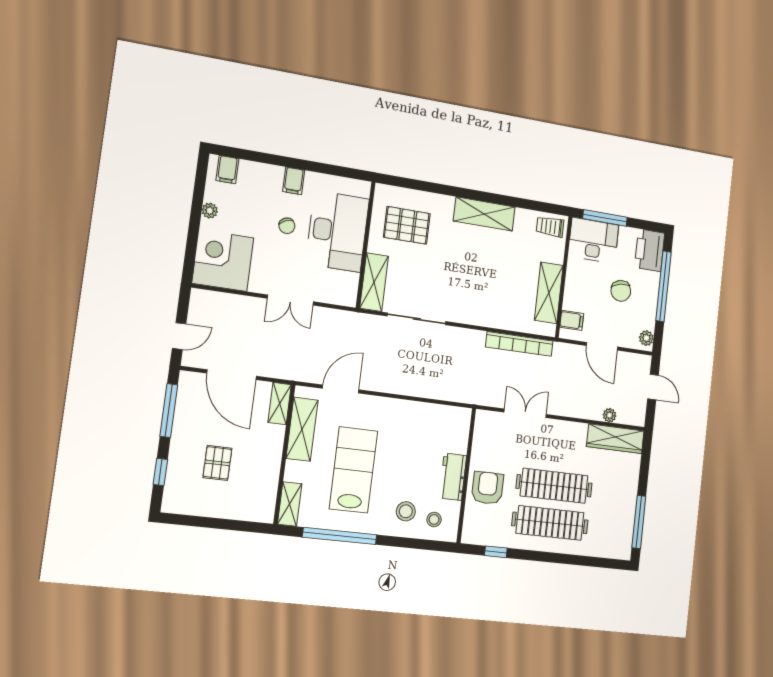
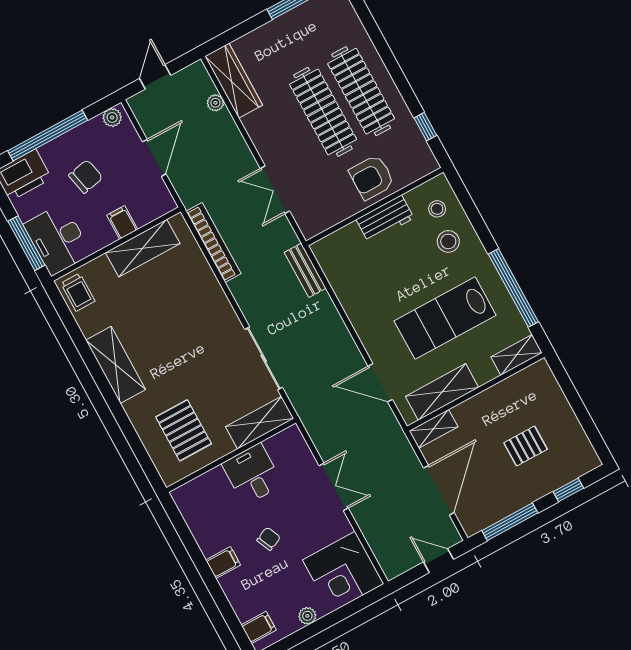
desk: (337, 231) -> (252, 474), width x0.53, depth x0.77
filing cabinet: (572, 320) -> (122, 222), moved
bench: (457, 394) -> (305, 270), added

